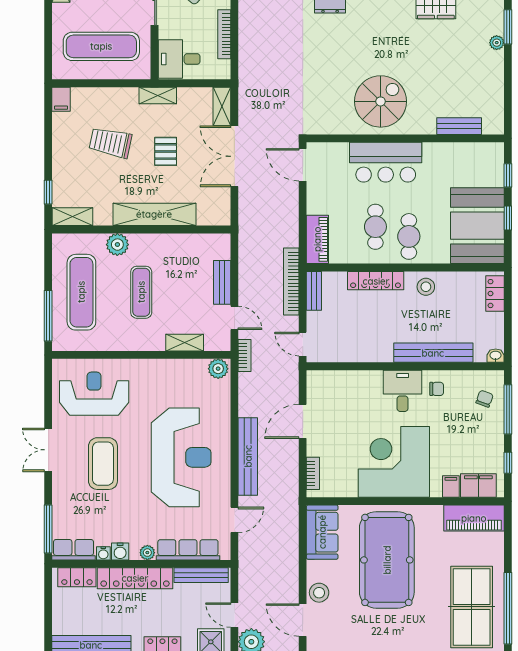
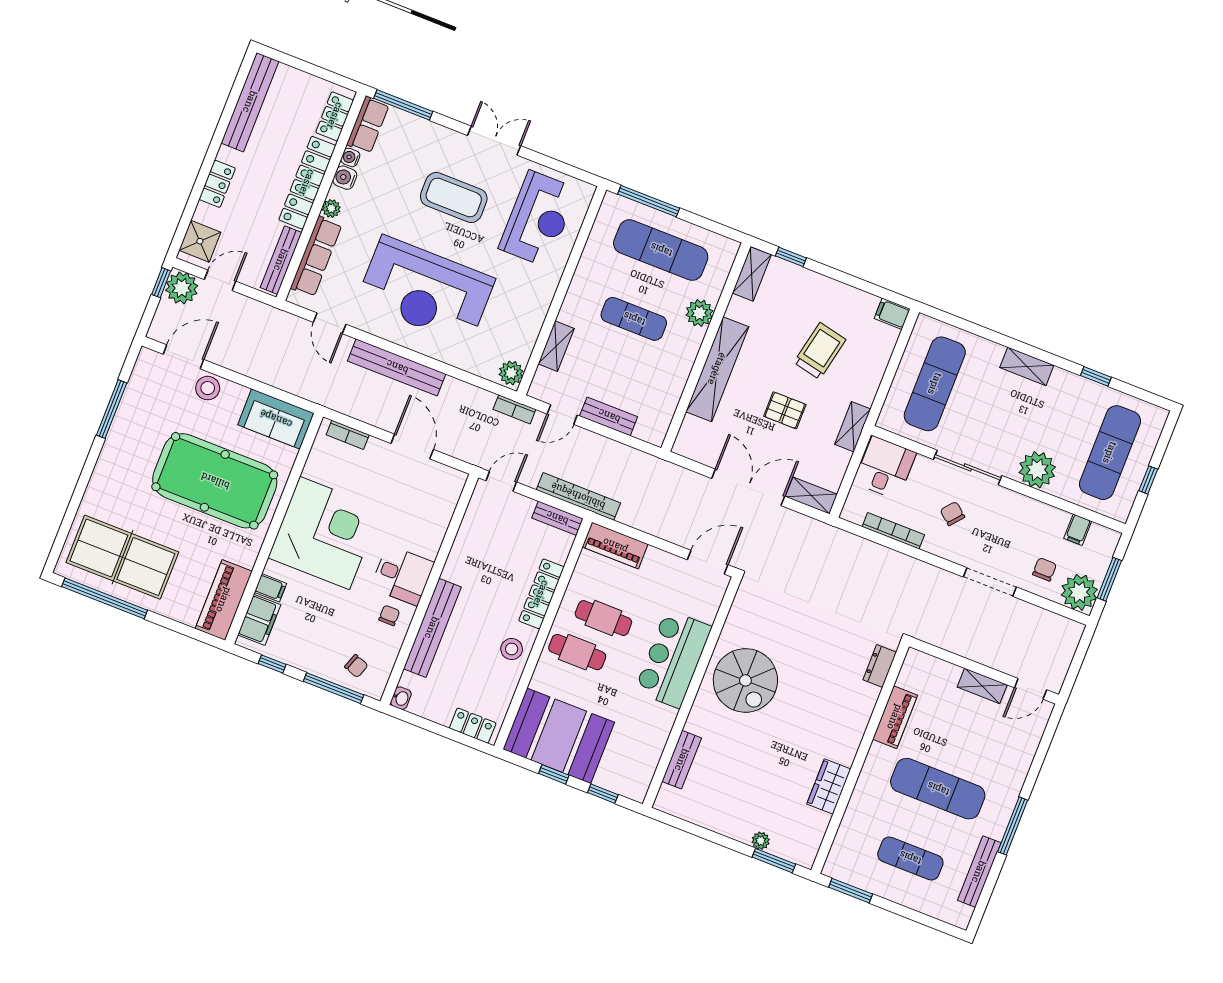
chair: (437, 389) -> (389, 615), turned 180

